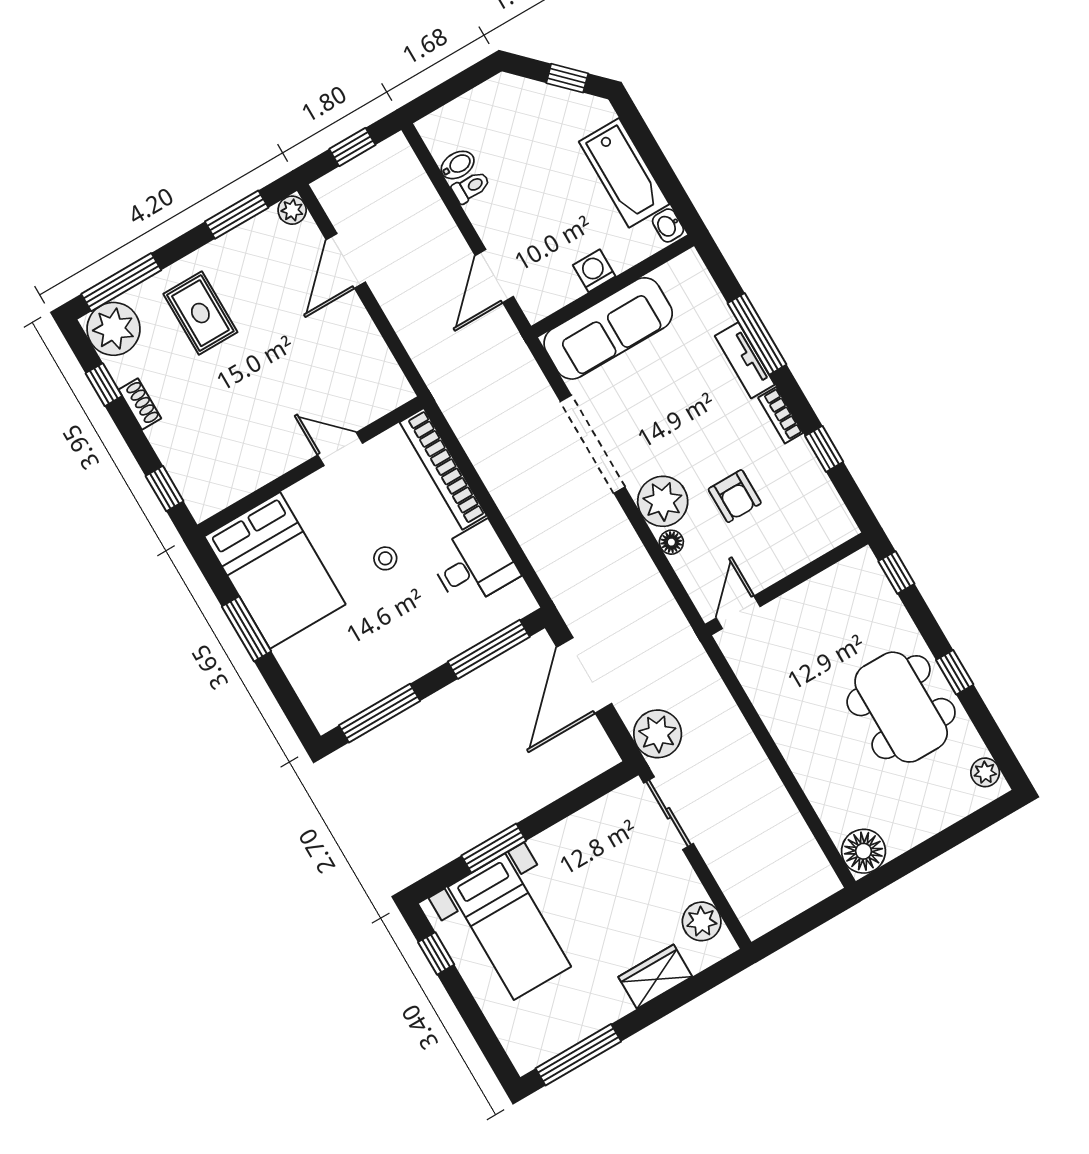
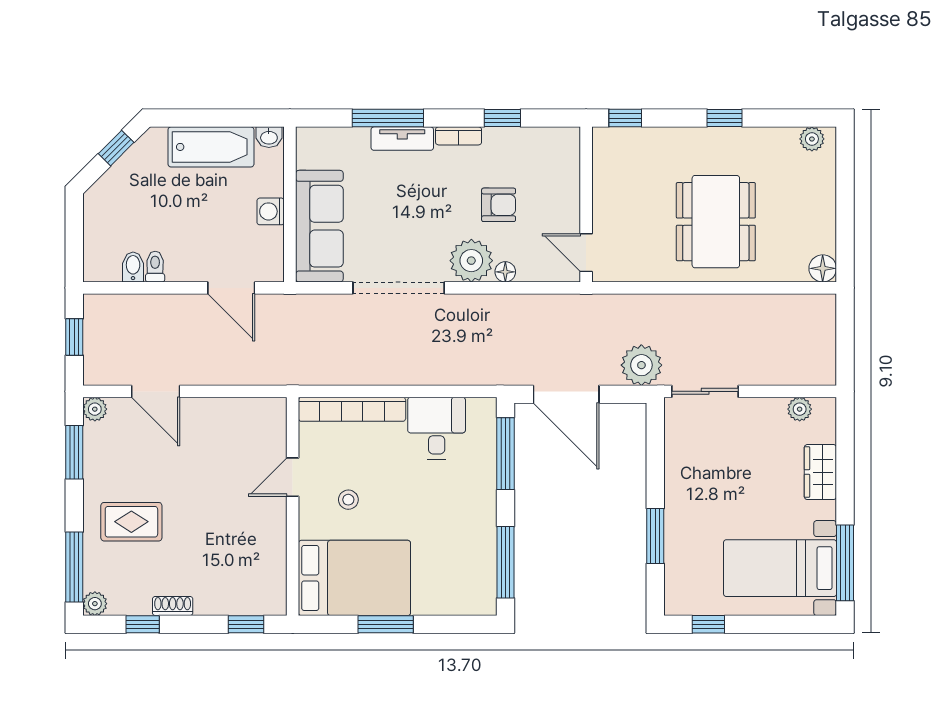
plant: (113, 329) -> (95, 604), width x0.53, depth x0.53
stool: (385, 558) -> (348, 500), moved
dining table: (901, 707) -> (716, 222), moved, turned 90
floor lamp: (863, 851) -> (823, 268), width x0.73, depth x0.73
plant: (702, 921) -> (800, 409), width x0.73, depth x0.73
bed with nightstands: (509, 927) -> (780, 568), moved, turned 180

